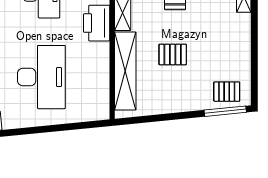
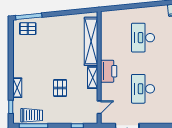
pallet: (173, 54) -> (61, 52), removed
desk: (41, 77) -> (143, 38), width x0.73, depth x0.77

